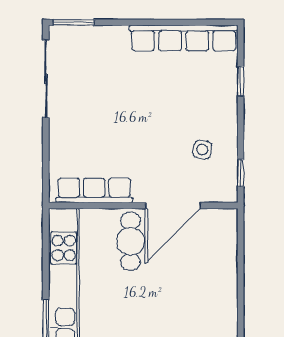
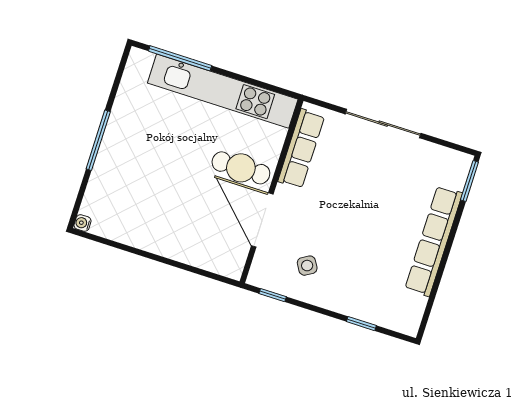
row of seats: (184, 38) -> (434, 241), moved
sliding door: (46, 79) -> (383, 124), moved
side table: (202, 150) -> (307, 266), turned -37

